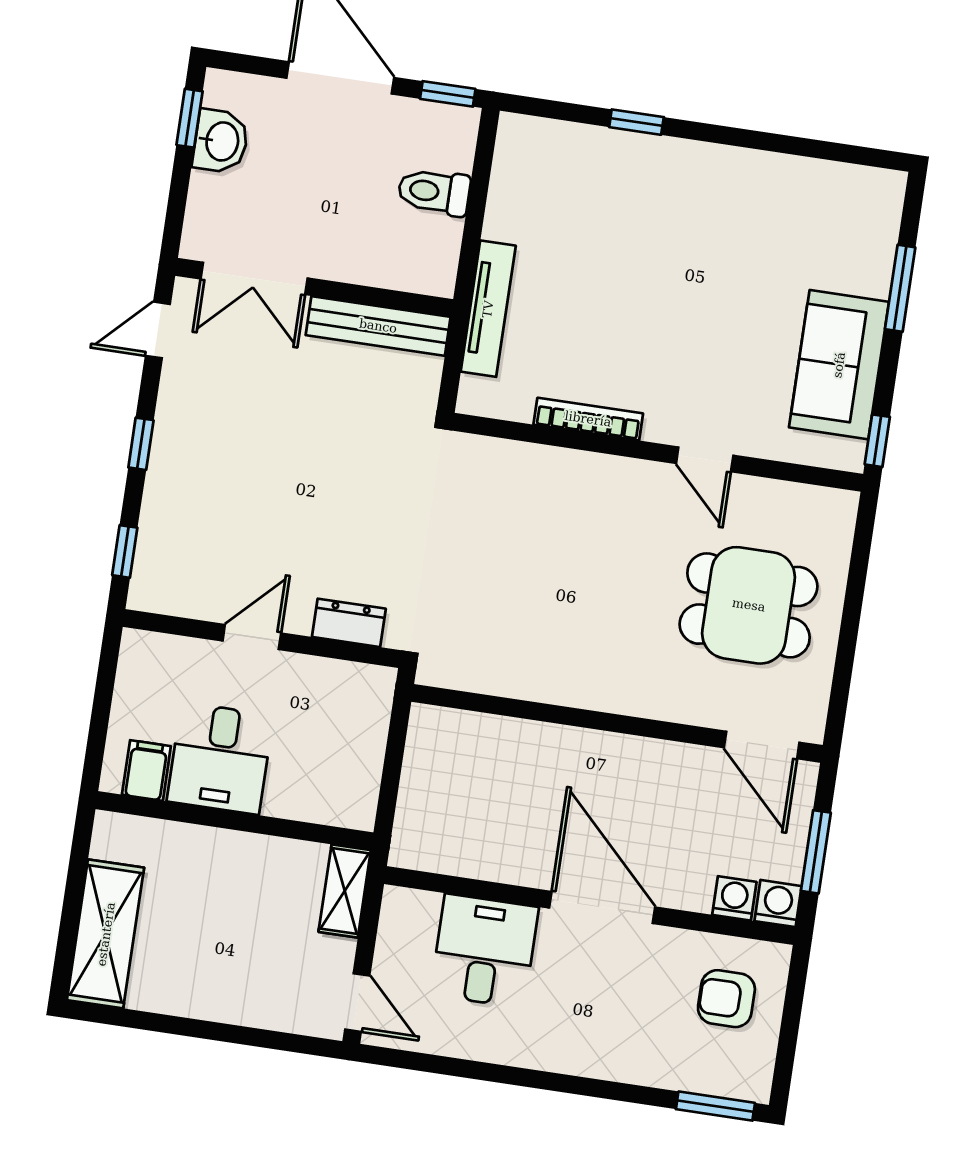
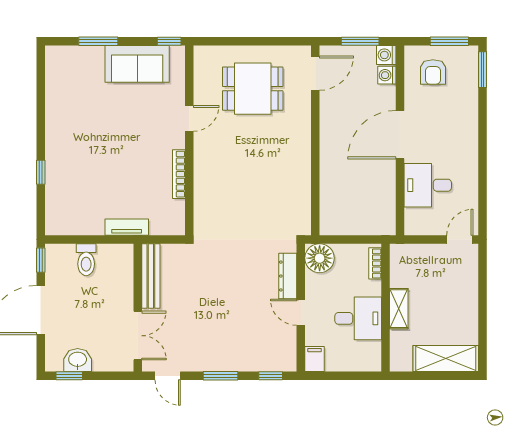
tv unit: (488, 309) -> (127, 227), width x0.71
window: (141, 444) -> (221, 376), width x1.50
dining table: (749, 605) -> (253, 89), turned 90
dresser: (349, 623) -> (288, 276), width x1.44
floor lamp: (362, 695) -> (320, 258), added
filing cabinet: (146, 770) -> (315, 359), moved, turned 90
bookcase: (333, 812) -> (375, 263), added
shelving: (345, 891) -> (399, 309), moved, turned 90
window: (787, 1044) -> (449, 41), added

